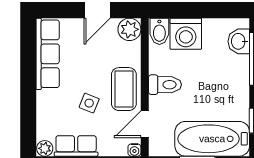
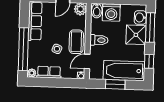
shower: (232, 73) -> (136, 35), added
window: (28, 106) -> (23, 49), added

